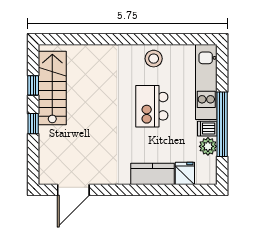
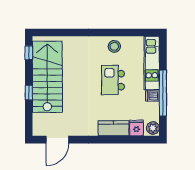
window: (33, 85) -> (29, 53), moved
stairs: (52, 88) -> (47, 77), width x1.36, depth x1.51
plant: (208, 146) -> (153, 128), moved

